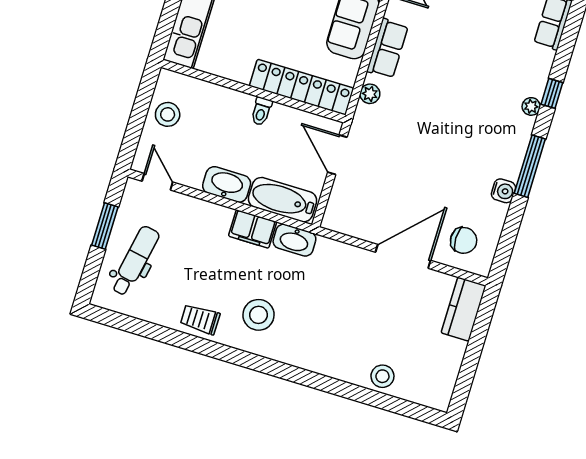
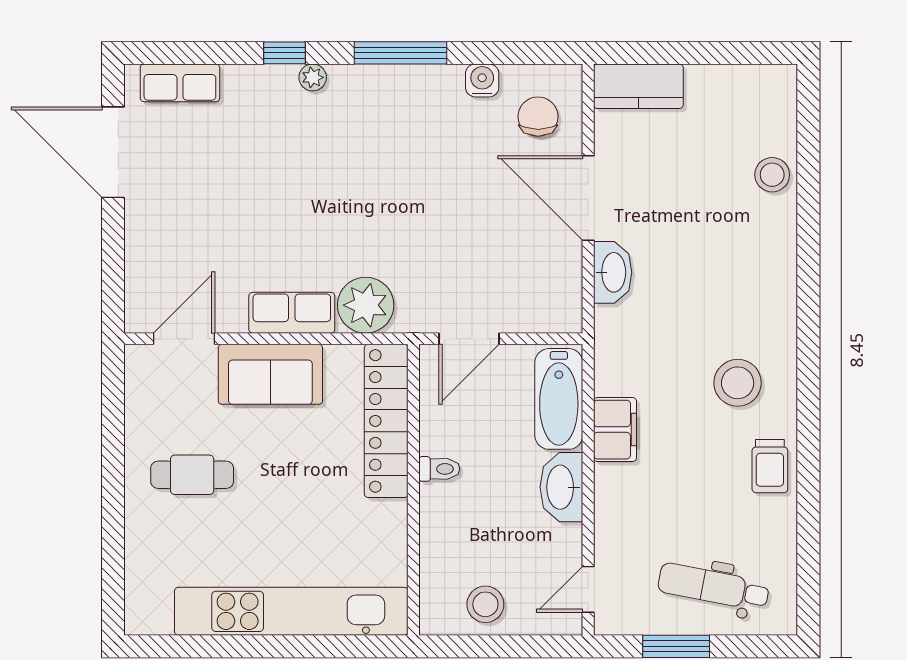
plant: (370, 94) -> (366, 305), width x1.88, depth x1.88
water cooler: (503, 191) -> (482, 80), moved
washbasin: (294, 240) -> (613, 272), moved

